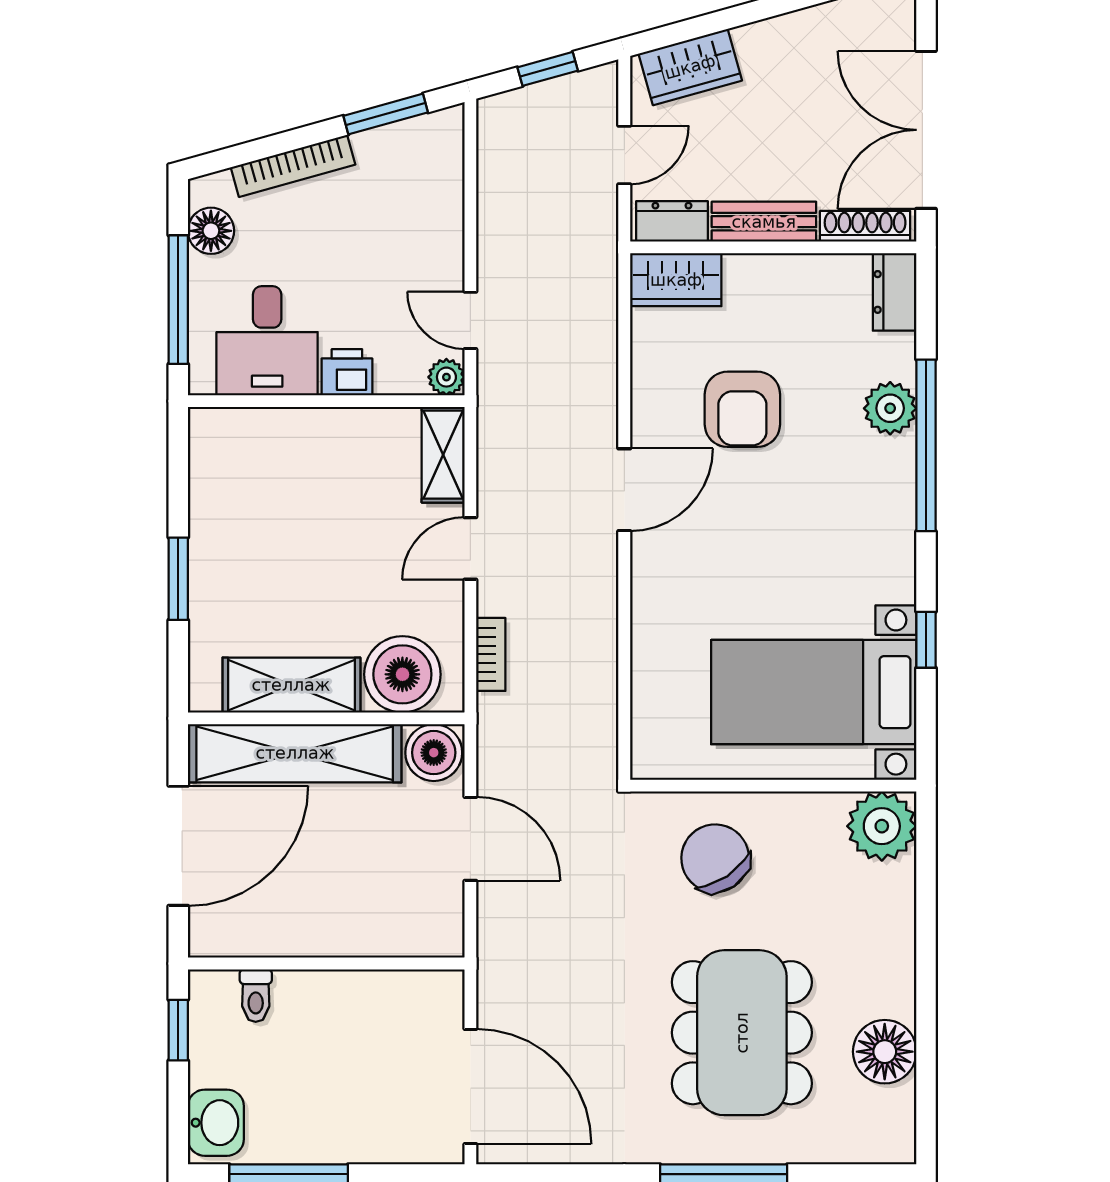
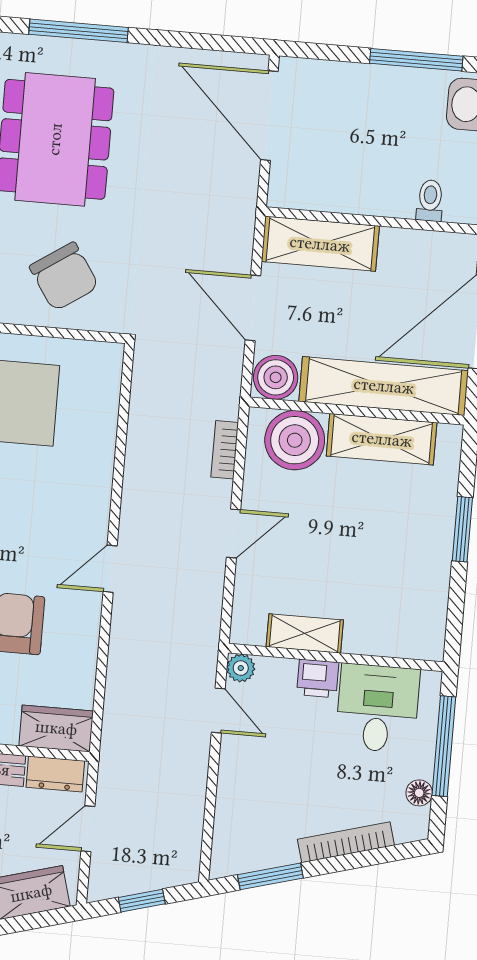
floor lamp: (211, 231) -> (419, 793), width x0.73, depth x0.73
shelving: (443, 455) -> (305, 633), moved, turned 90
door: (624, 490) -> (110, 569), width x0.73
shelving: (391, 928) -> (320, 244), added

